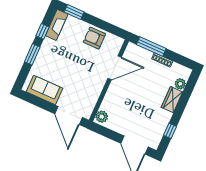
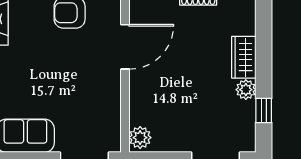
plant: (180, 84) -> (246, 90), moved

